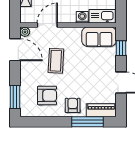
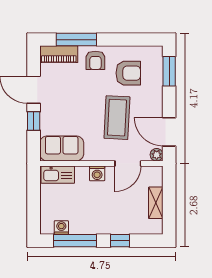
washing machine: (82, 17) -> (97, 173), moved
window: (121, 48) -> (34, 121), moved
coffee table: (56, 61) -> (117, 118), width x1.36, depth x1.32
armchair: (47, 95) -> (128, 73), turned 180

